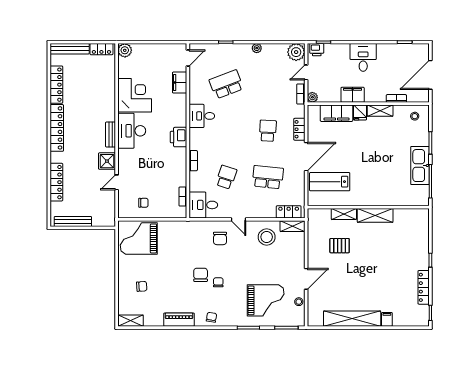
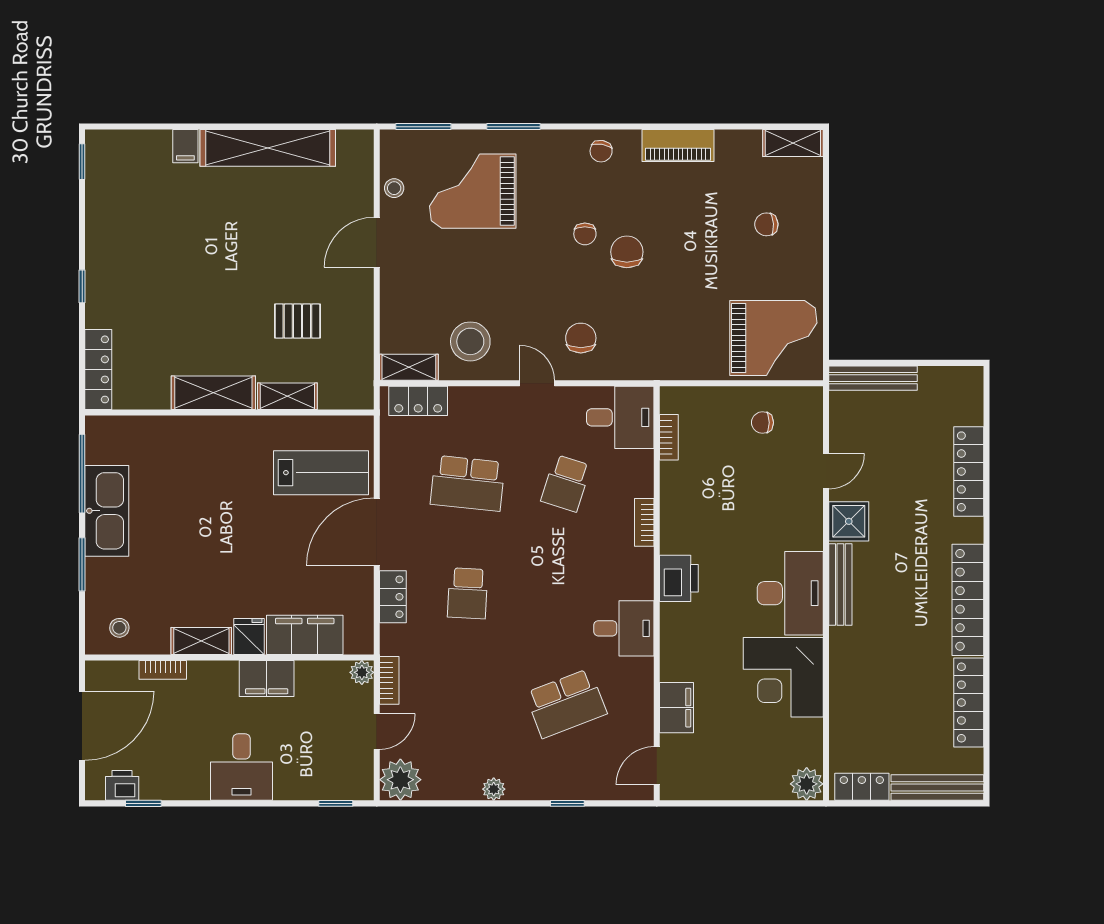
printer: (317, 50) -> (122, 785), moved
bench: (110, 134) -> (840, 584), width x1.36
bench: (73, 222) -> (873, 378), moved
chair: (201, 275) -> (627, 252), turned 180
locker: (424, 287) -> (98, 369), moved

